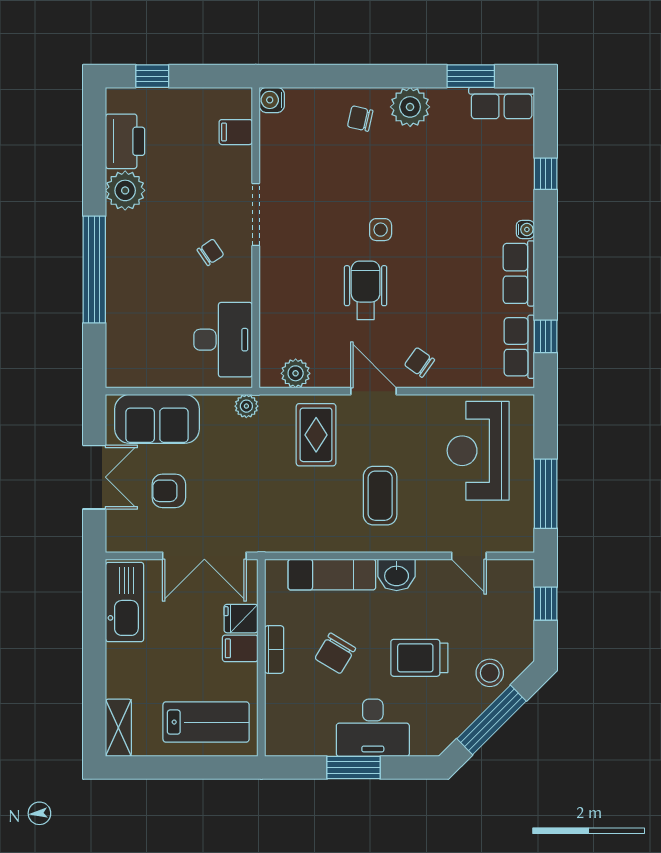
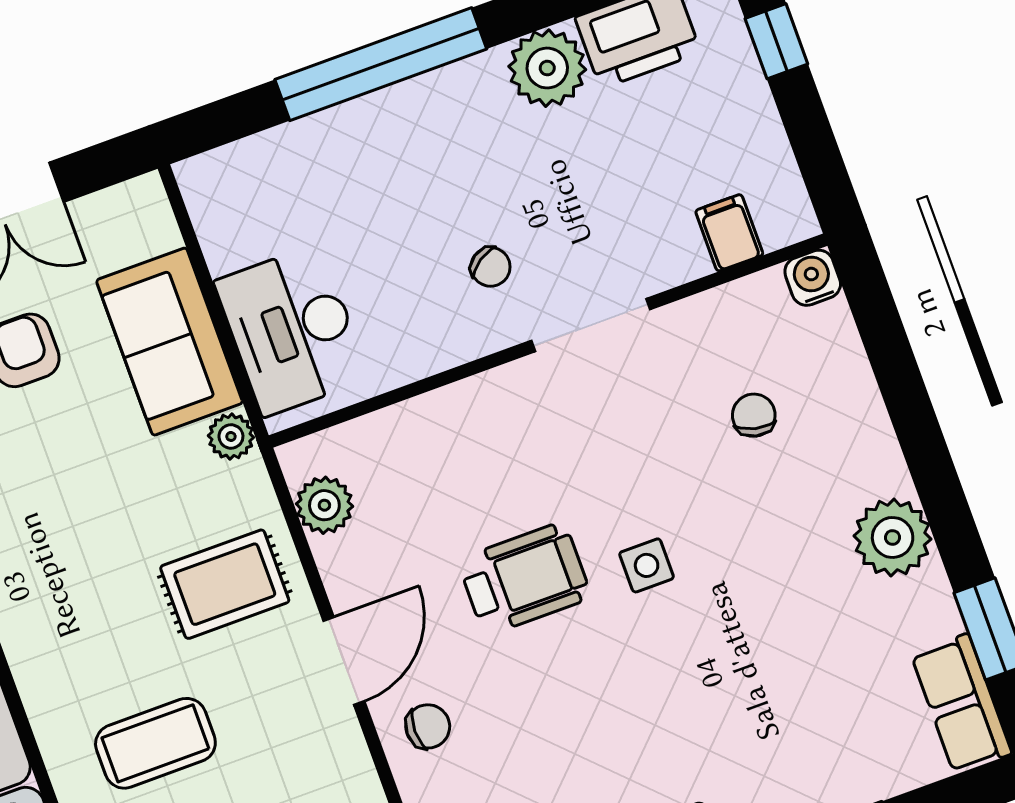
chair: (360, 119) -> (754, 415), moved
desk: (223, 340) -> (292, 330), moved, turned 90
chair: (419, 362) -> (428, 726), turned 55
sofa: (157, 419) -> (170, 342), moved

